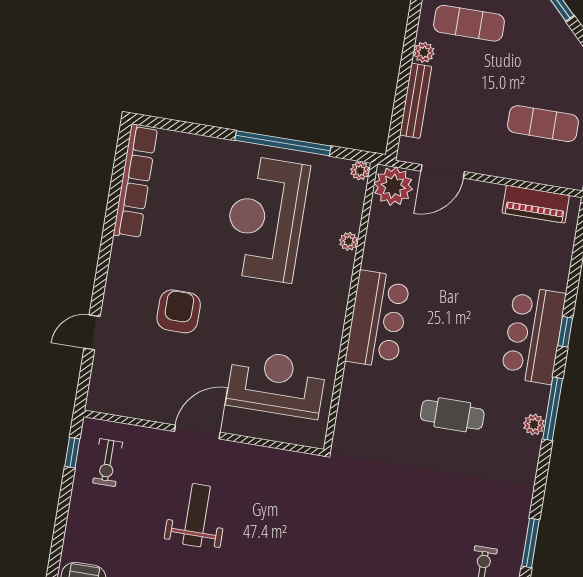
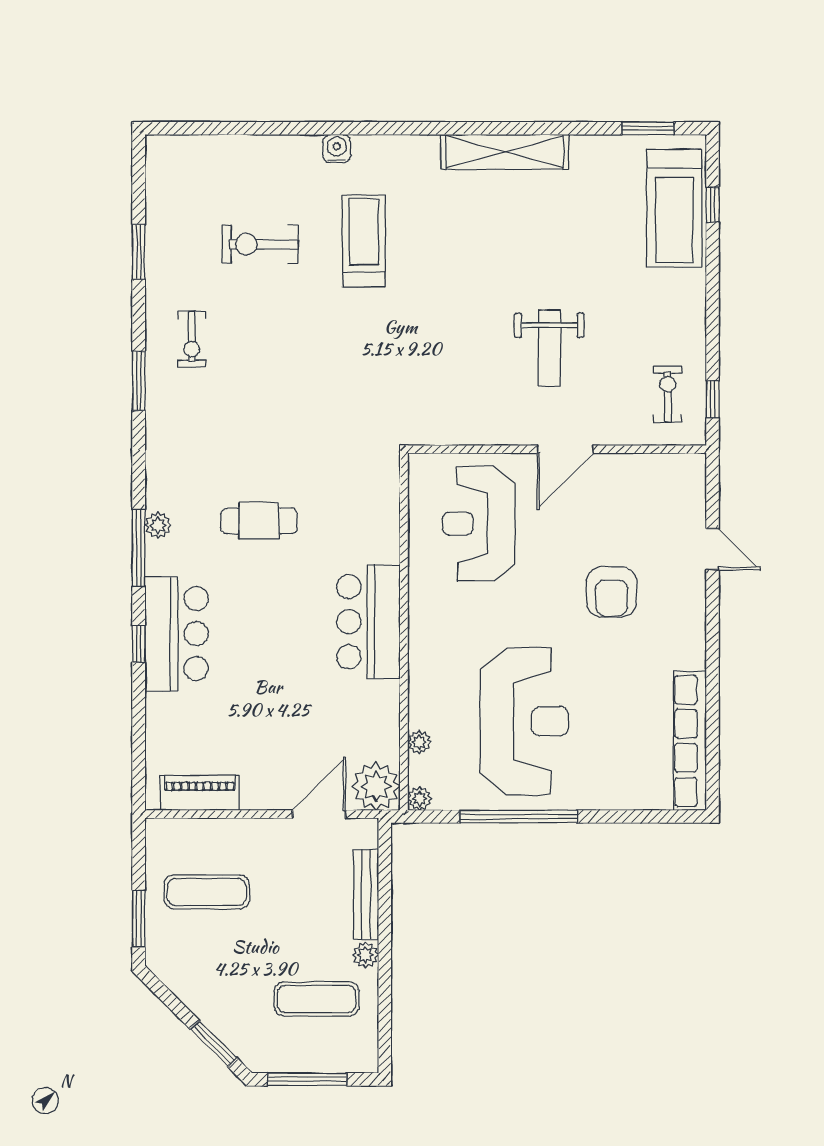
plant: (349, 241) -> (419, 742), moved
door: (92, 332) -> (713, 549), hinge flipped
reception desk: (276, 384) -> (479, 524), turned 90

